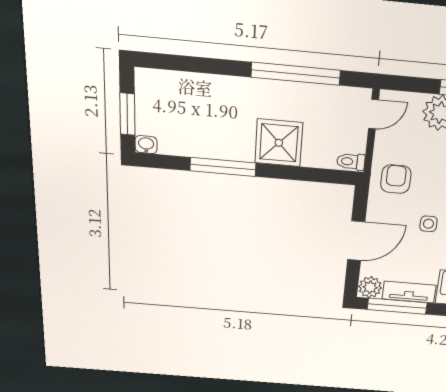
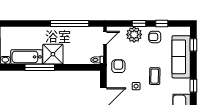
bathtub: (194, 141) -> (27, 57), added
shower: (279, 143) -> (53, 54), moved

